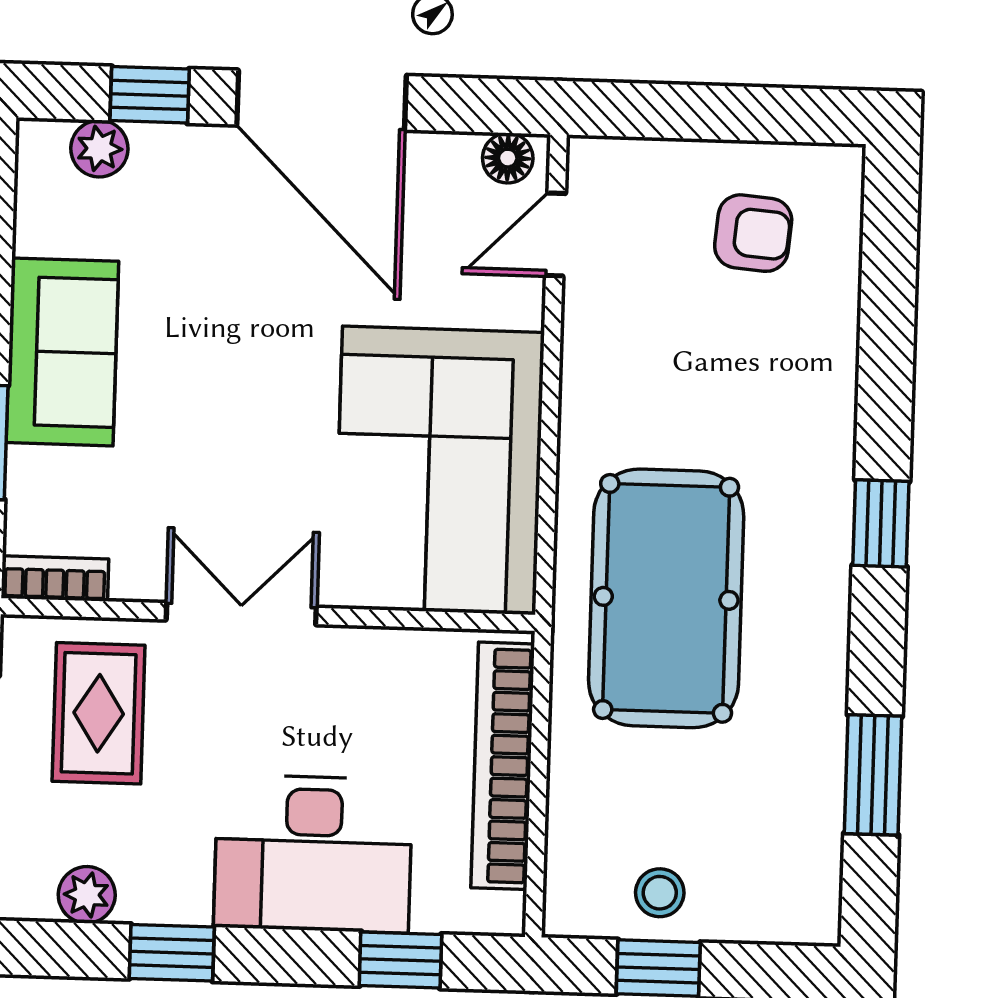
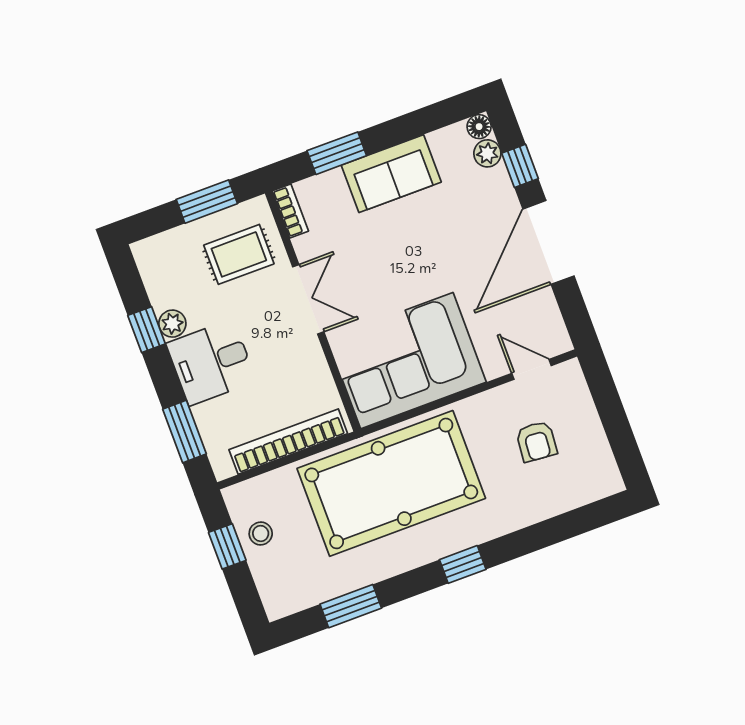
floor lamp: (508, 158) -> (479, 127), moved
armchair: (753, 233) -> (536, 441), moved
pool table: (666, 598) -> (391, 483), width x1.36, depth x1.32
desk: (313, 854) -> (211, 362), width x0.73
plant: (87, 895) -> (172, 324), moved
window: (400, 960) -> (185, 431), width x1.50

